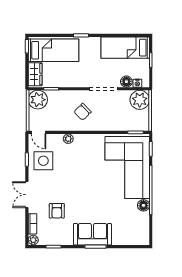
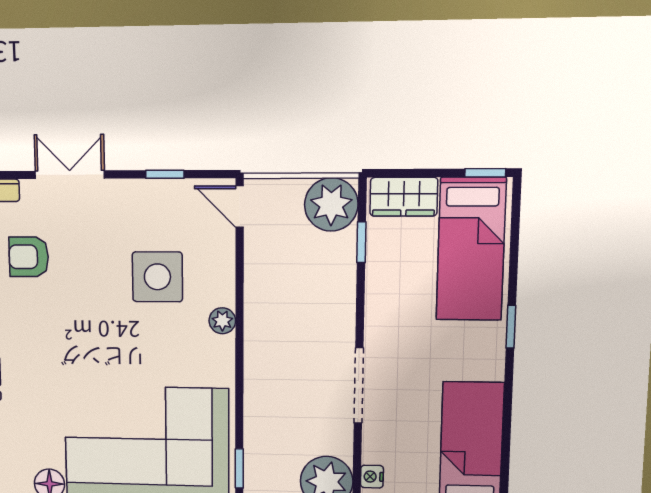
floor lamp: (126, 82) -> (377, 448), removed
chair: (83, 112) -> (296, 329), removed
door: (39, 132) -> (240, 207), hinge flipped
plant: (68, 139) -> (222, 321), moved
side table: (43, 161) -> (157, 277), moved

